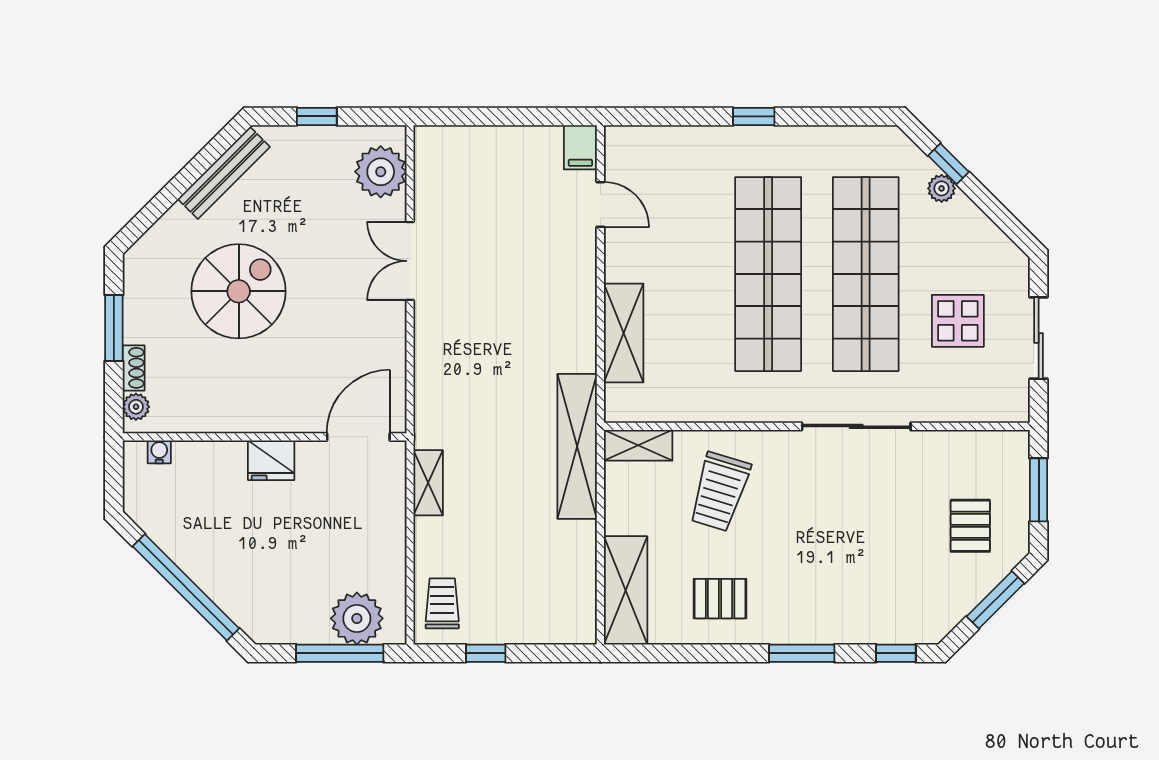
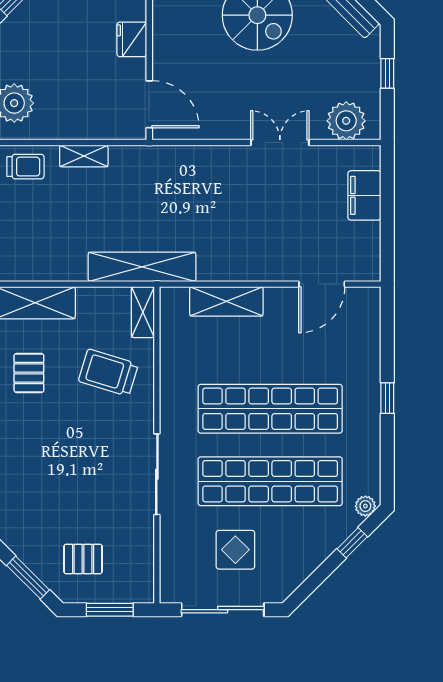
filing cabinet: (580, 147) -> (364, 195), moved, width x2.00
plant: (942, 188) -> (365, 506), moved
door: (600, 205) -> (322, 284), width x1.38
sliding door: (1039, 338) -> (223, 610), width x1.37
shelving: (428, 483) -> (84, 156), moved

